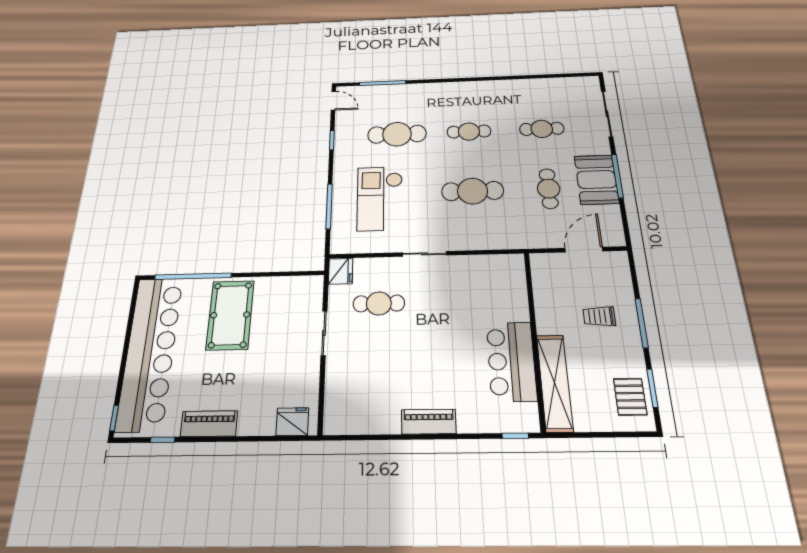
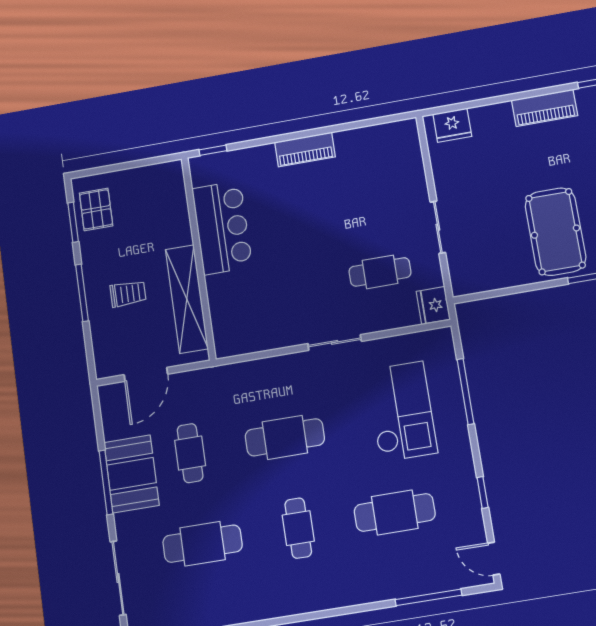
cafe table: (542, 129) -> (202, 544), width x1.37, depth x1.35
cafe table: (469, 132) -> (298, 528), turned 90
shelving: (555, 383) -> (187, 299), moved

